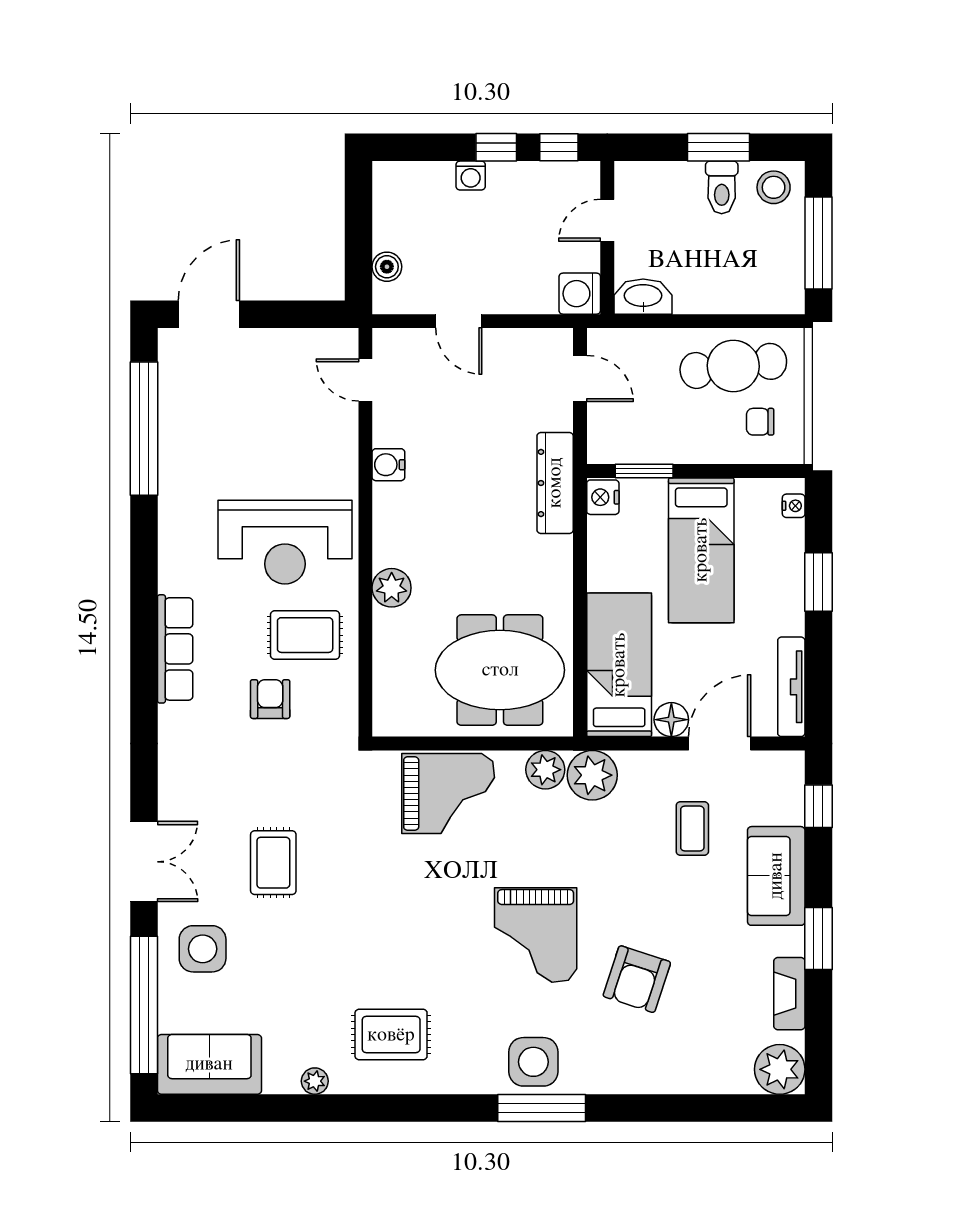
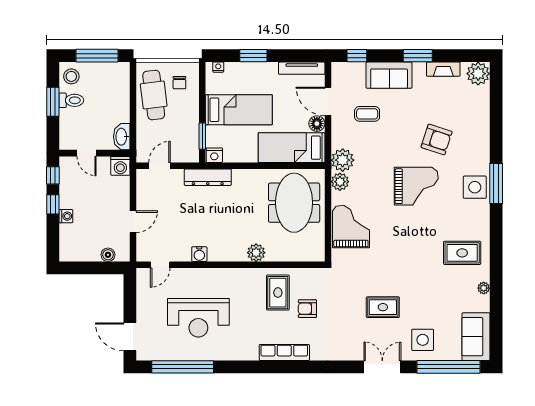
reception desk: (285, 542) -> (198, 318), moved, turned 90
rug: (391, 1035) -> (462, 253), turned 90

